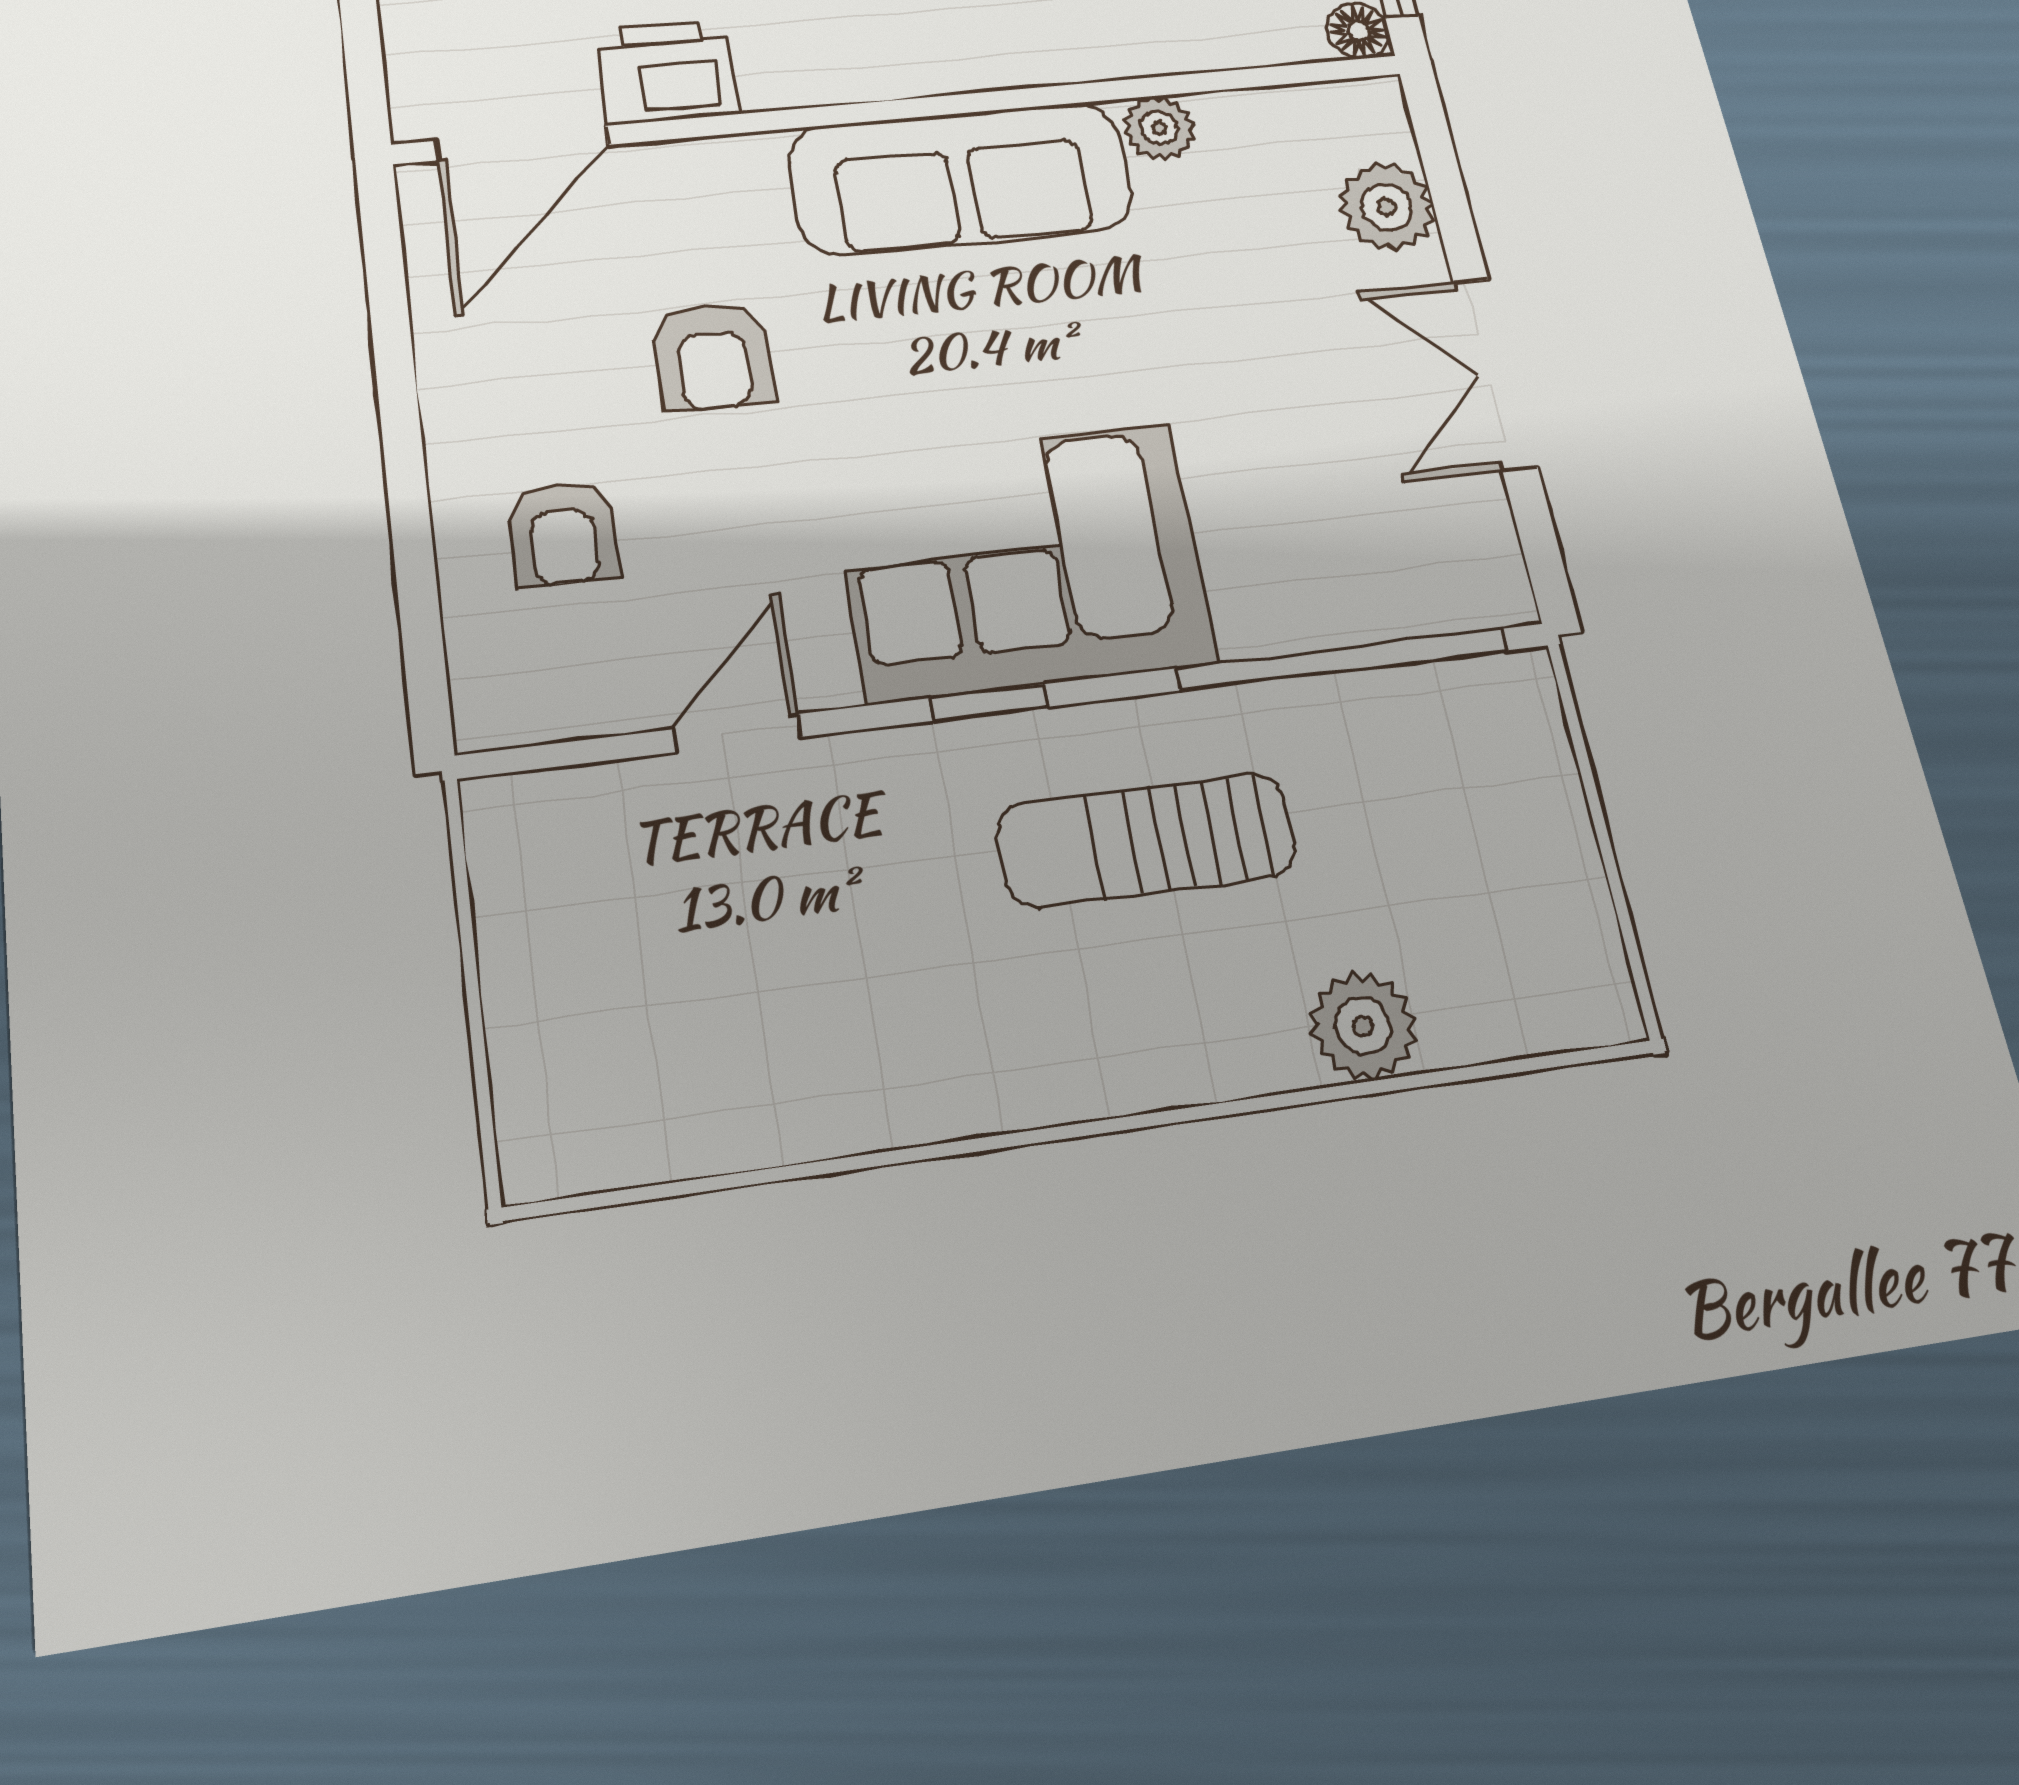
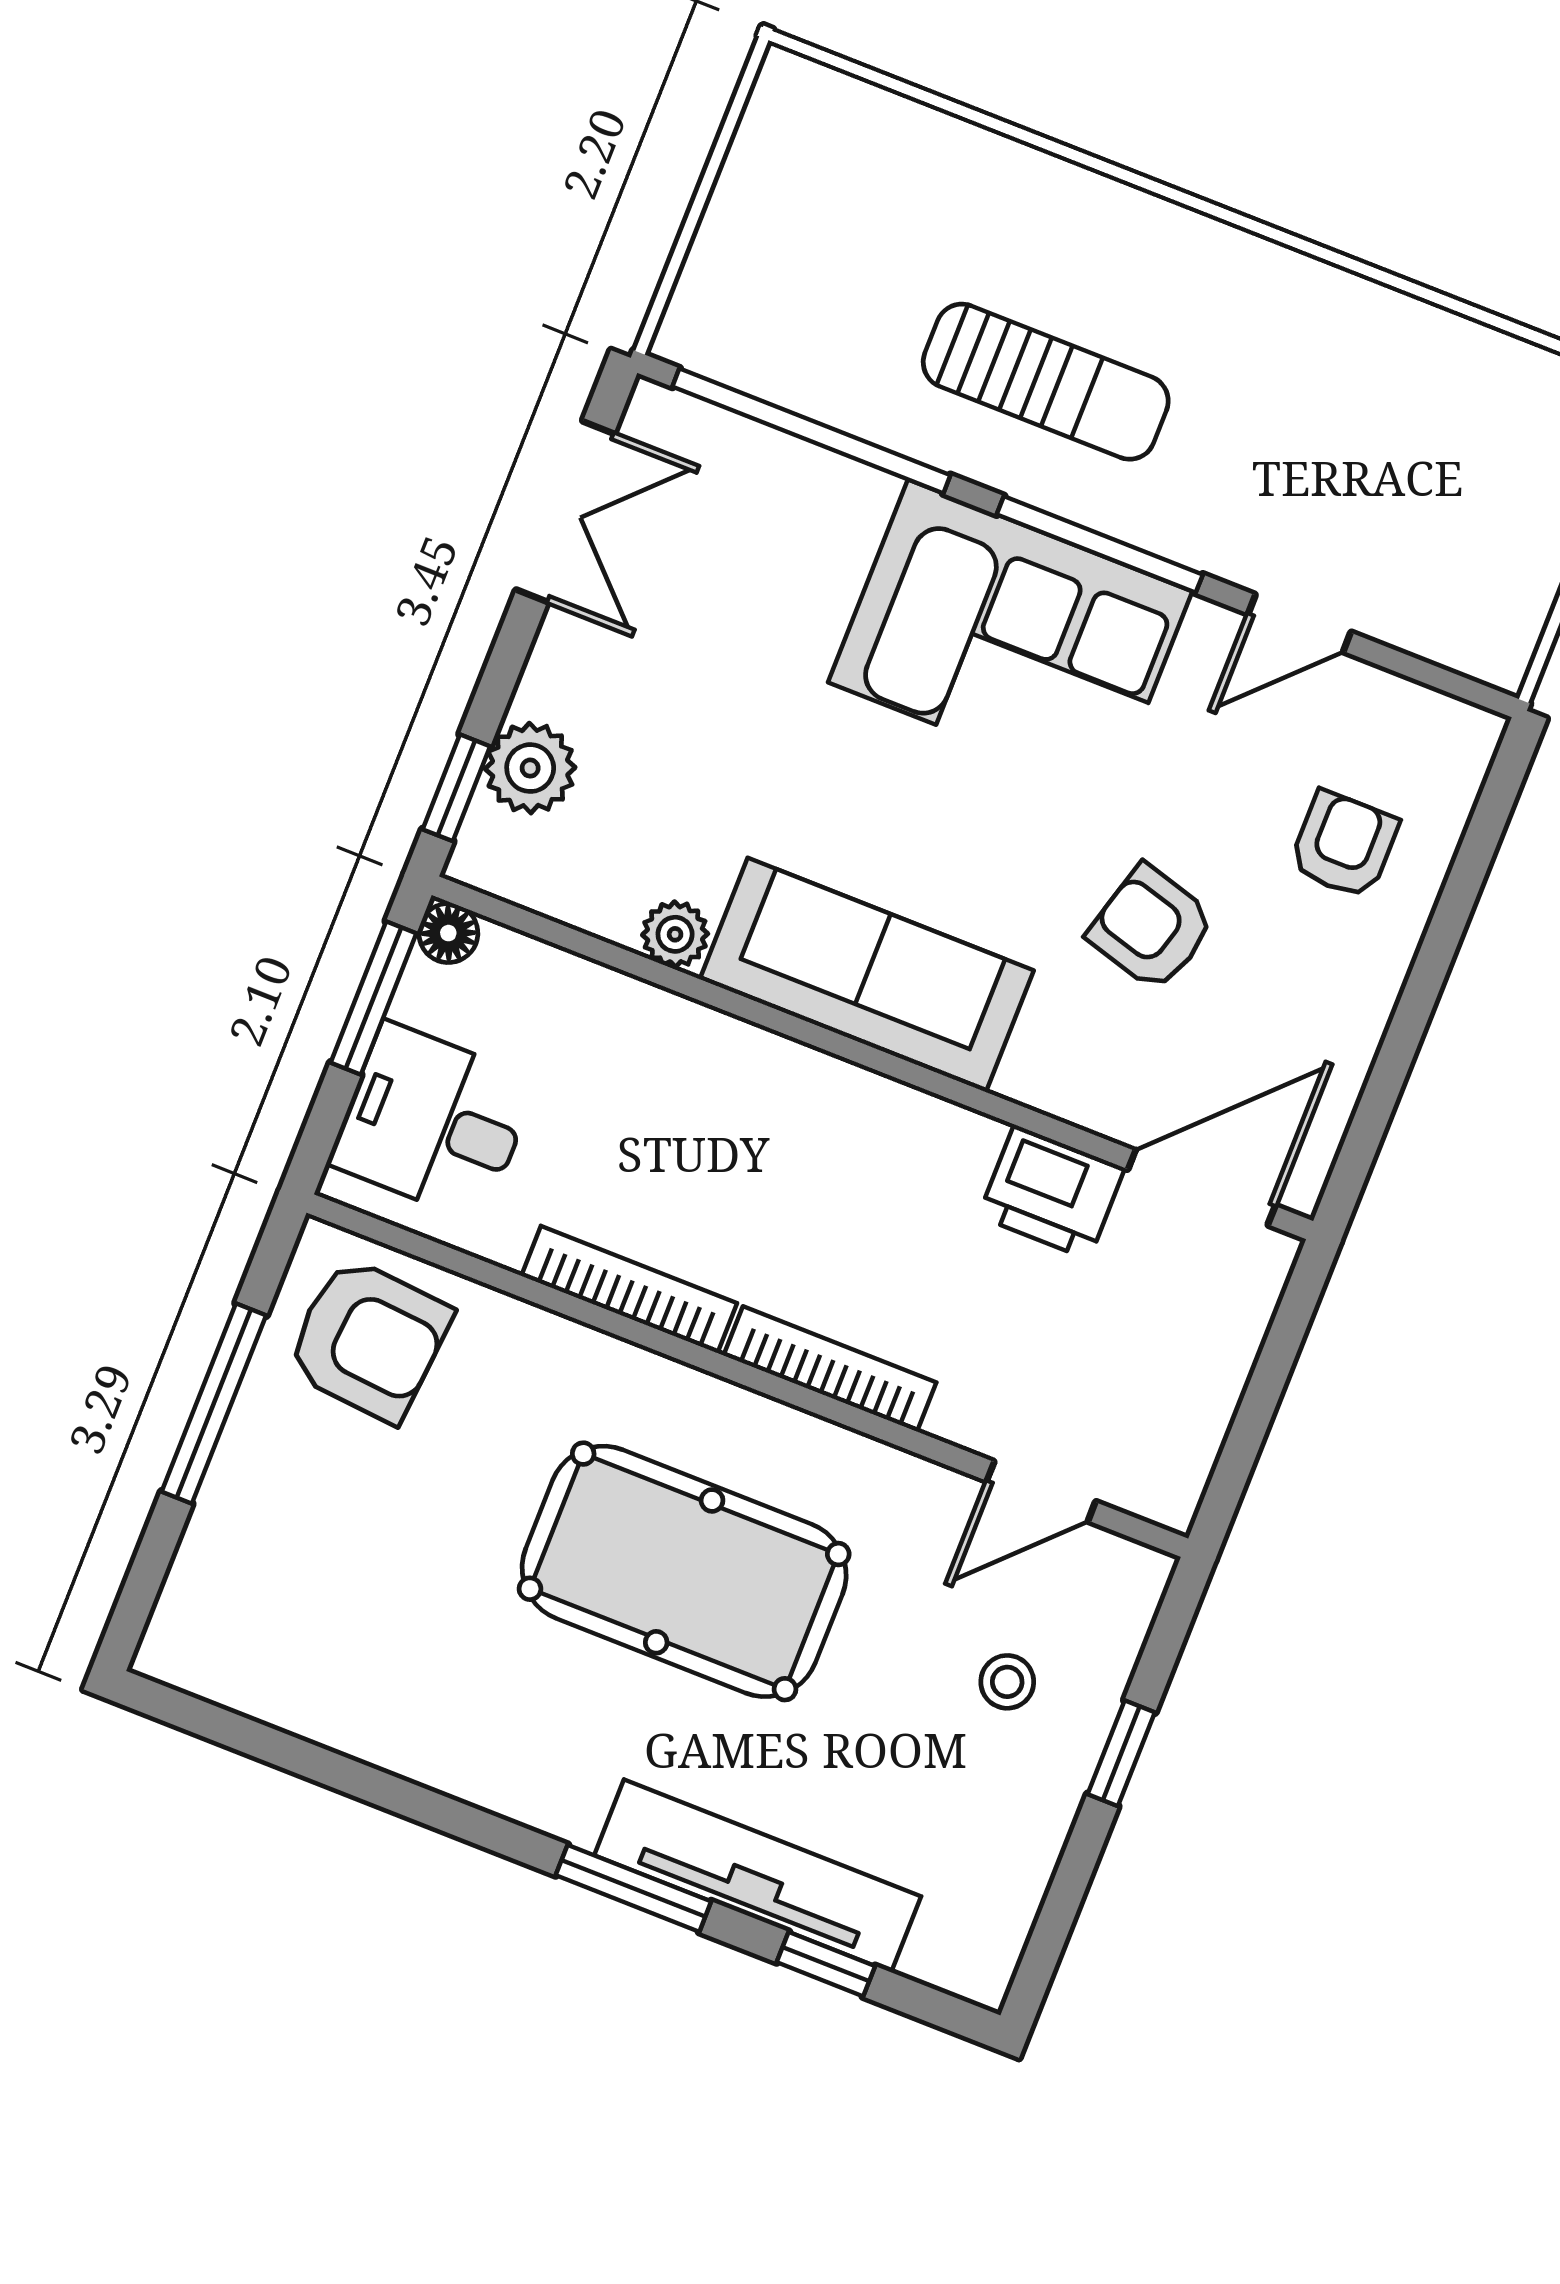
window: (1438, 157) -> (456, 788), added
armchair: (713, 355) -> (1151, 928), turned -74
double door: (1495, 374) -> (565, 512), moved
window: (990, 702) -> (1100, 544), width x2.17
plant: (1363, 1026) -> (972, 167), removed

